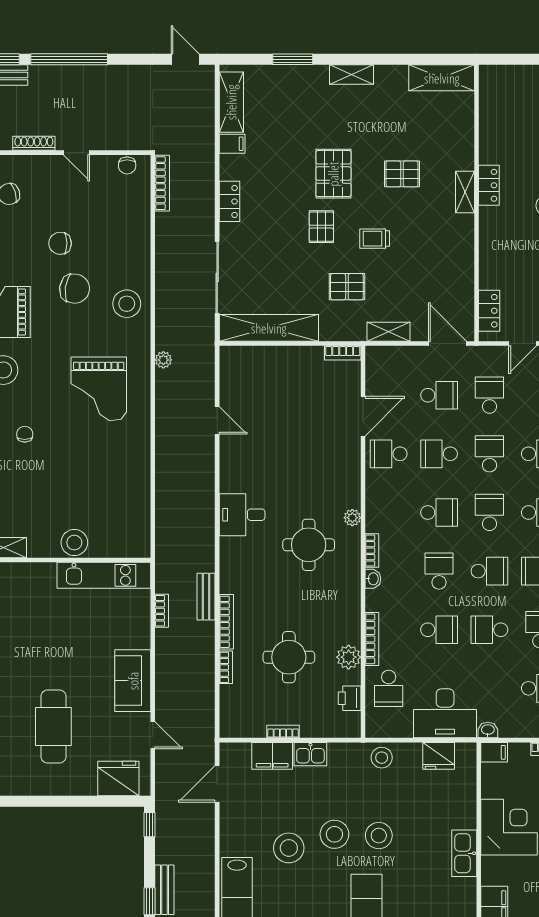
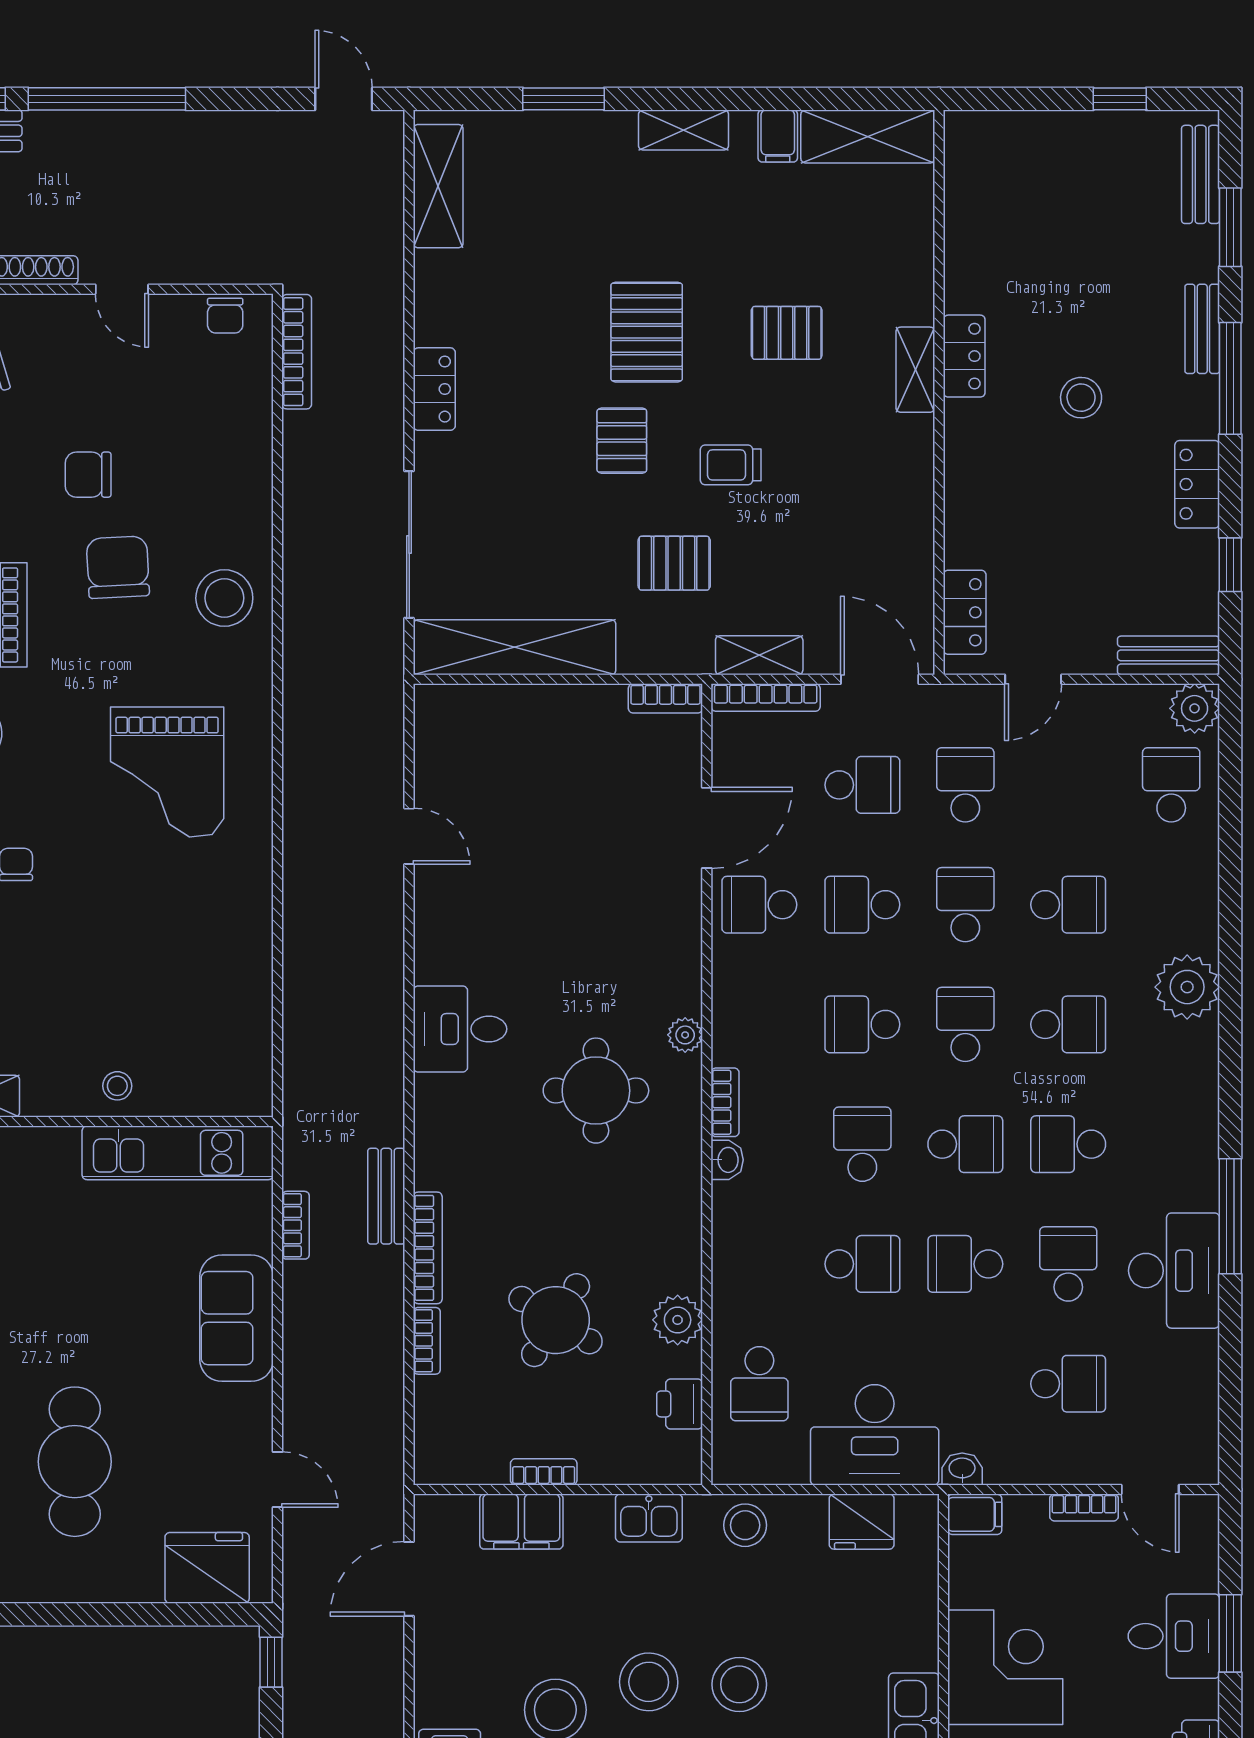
filing cabinet: (232, 144) -> (778, 136), moved, turned 90
chair: (75, 289) -> (118, 567), turned -101
plant: (163, 360) -> (299, 713), removed
school desk: (439, 512) -> (862, 1024), turned 180
stool: (74, 543) -> (117, 1086), width x0.53, depth x0.53
bookcase: (372, 639) -> (766, 697), moved, turned 90
round table: (289, 657) -> (556, 1320), turned 32
sofa: (133, 681) -> (237, 1318), moved
kitchen sink: (310, 754) -> (649, 1518), moved

